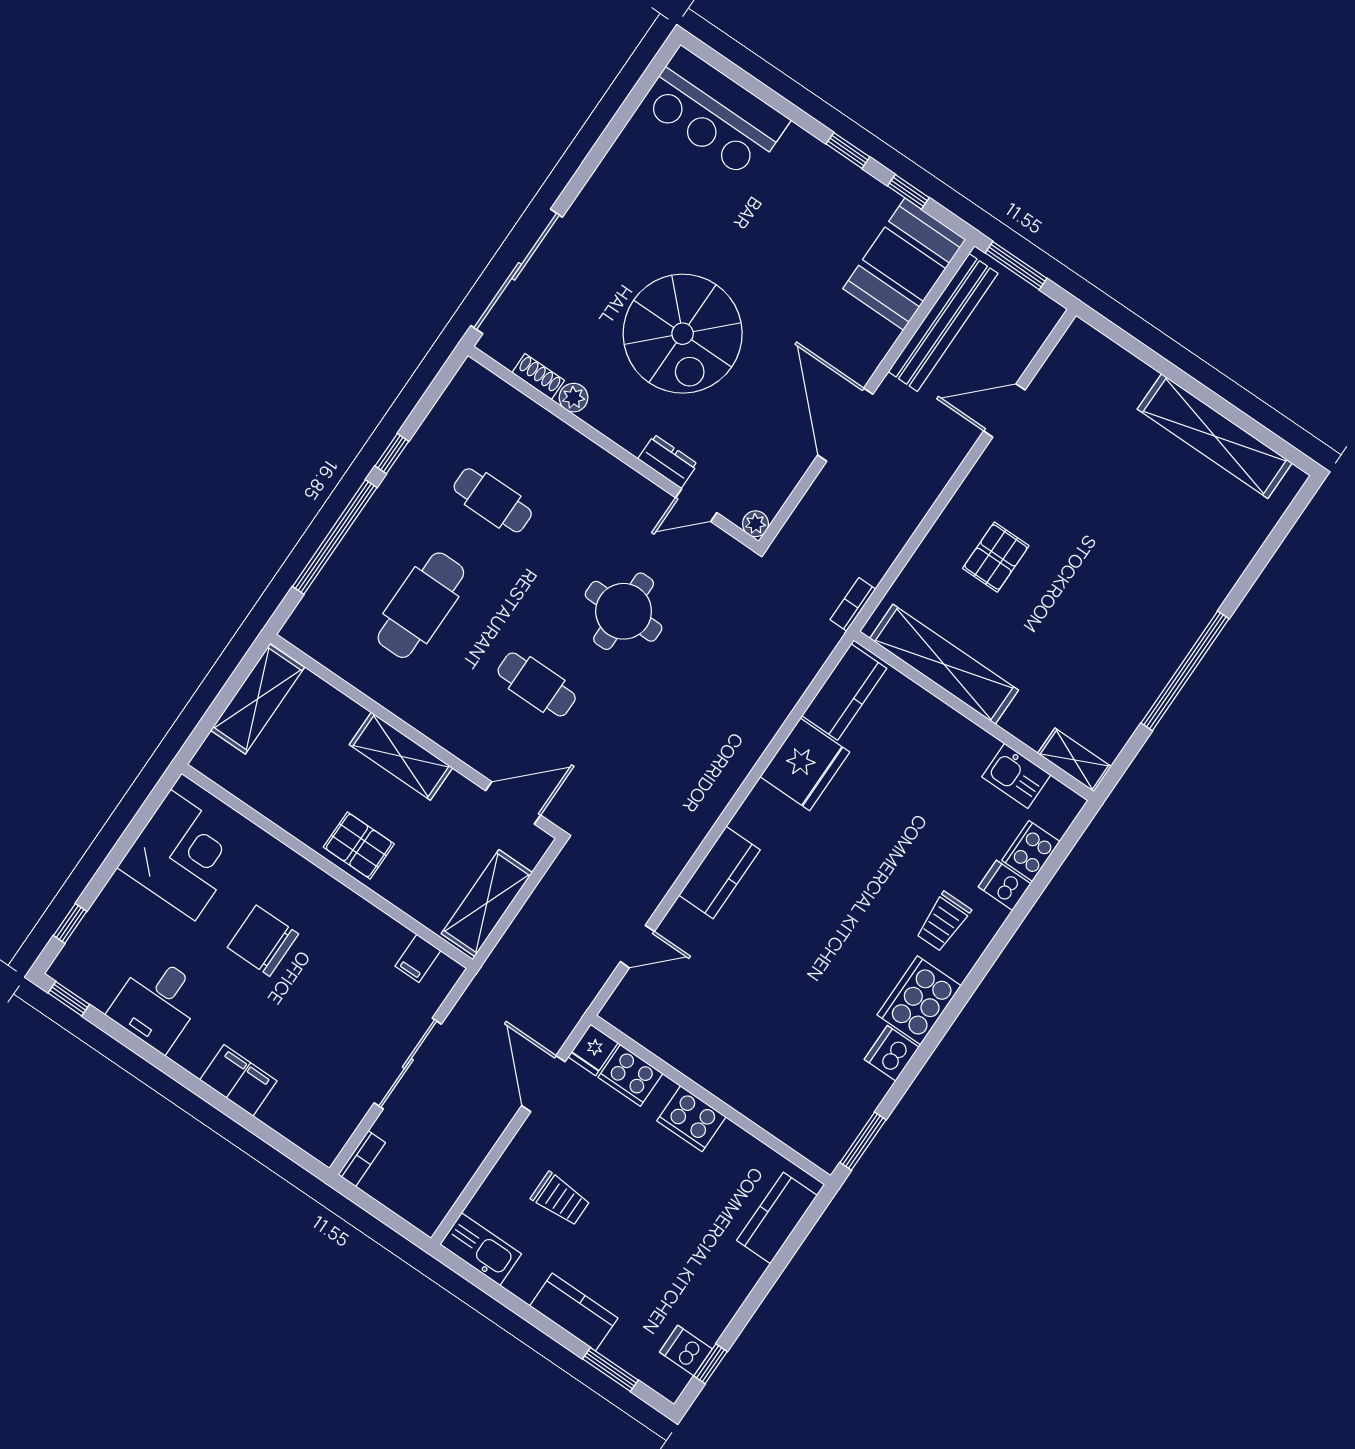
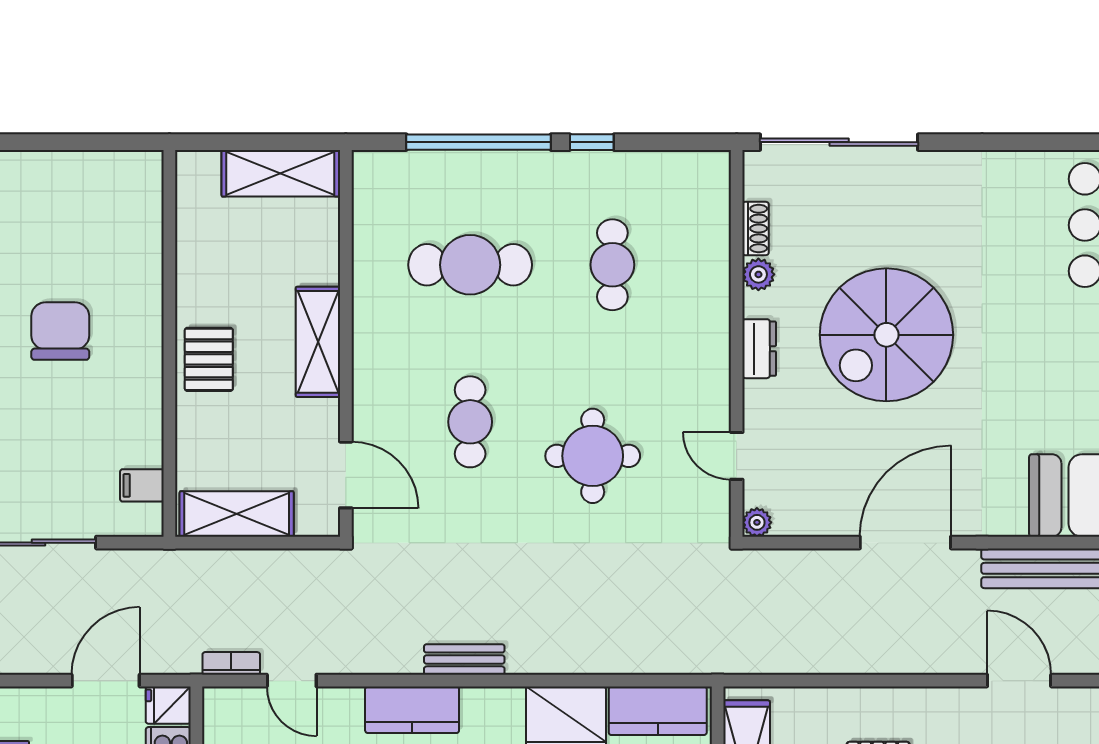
dresser: (668, 461) -> (759, 349), moved
bookcase: (853, 604) -> (231, 663), moved
bench: (709, 809) -> (464, 659), added
corner desk: (183, 855) -> (89, 203), removed

